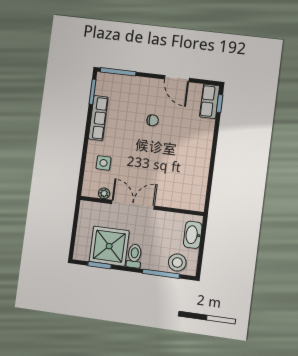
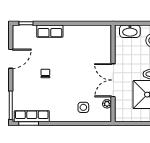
row of seats: (210, 101) -> (50, 31), moved
row of seats: (98, 118) -> (32, 116), moved

